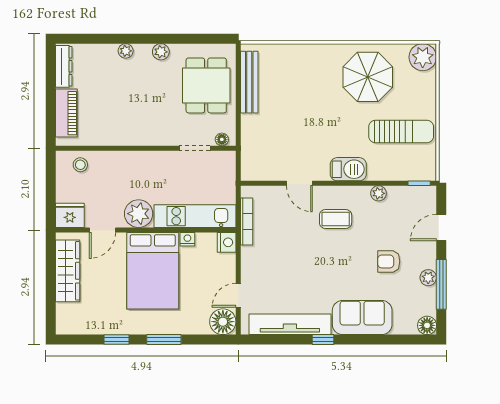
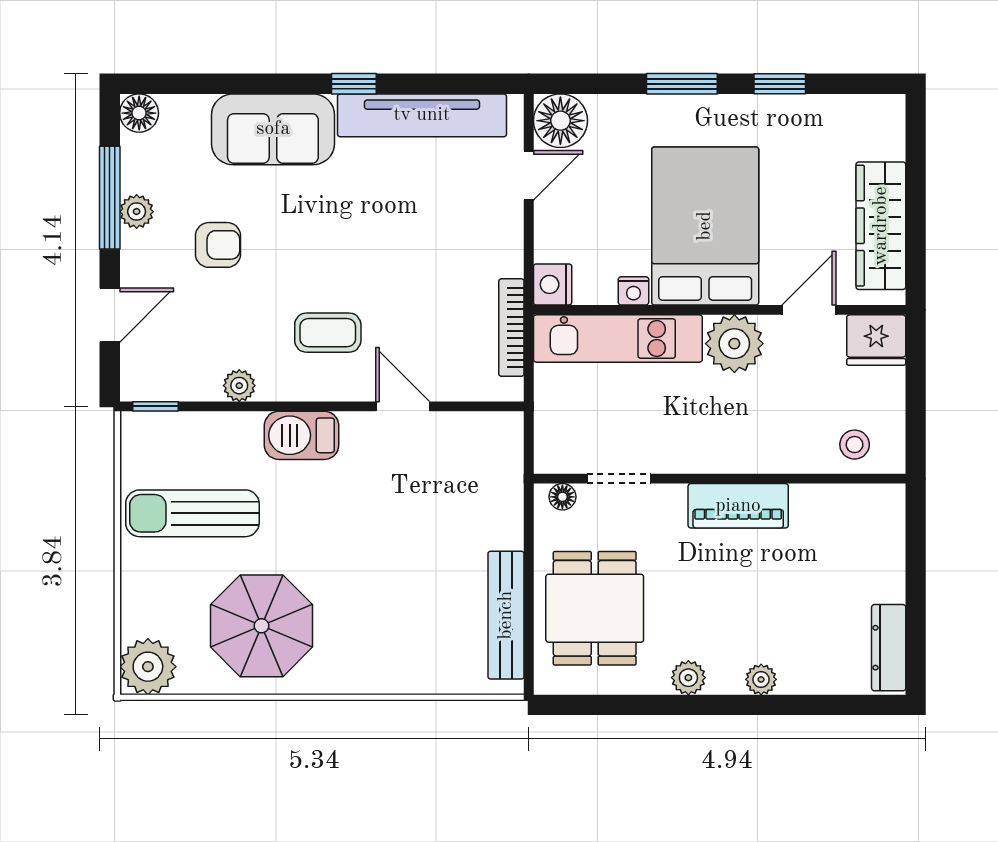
piano: (66, 113) -> (738, 506), moved, turned -90

